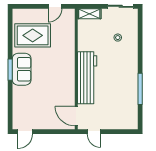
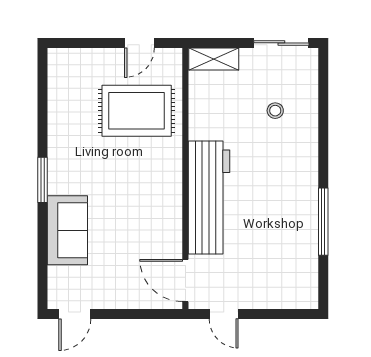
rug: (33, 35) -> (137, 111), moved
sofa: (22, 69) -> (67, 230), moved

